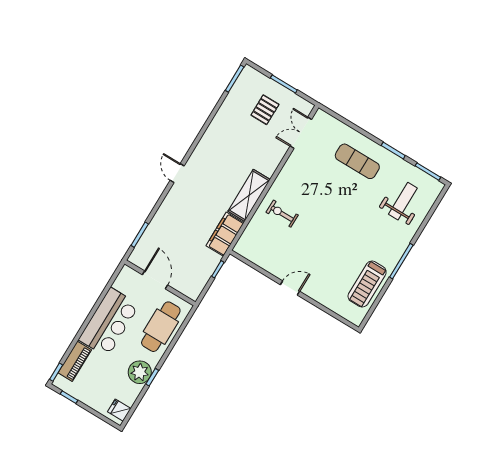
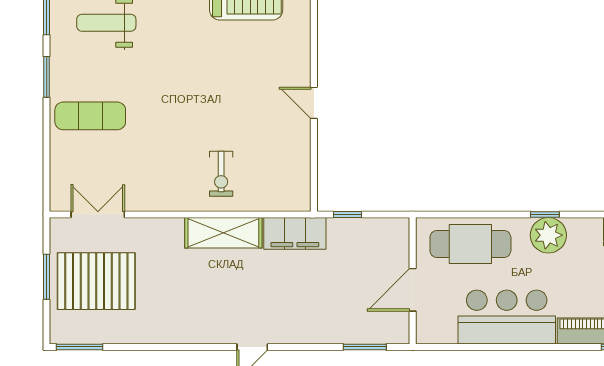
pallet: (265, 110) -> (96, 281), width x2.05, depth x2.00
double door: (301, 133) -> (98, 214), swing flipped
exercise mat: (357, 161) -> (90, 116), turned 90

